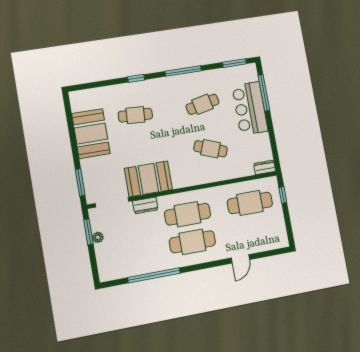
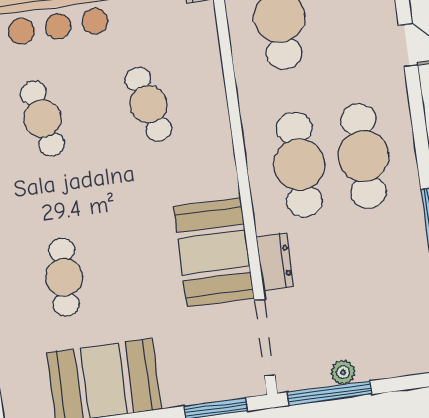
cafe table: (210, 149) -> (148, 104), turned -36
window: (88, 232) -> (329, 393), width x1.44

